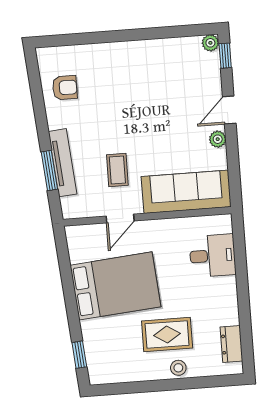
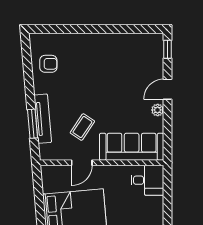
plant: (210, 43) -> (157, 39), removed
coffee table: (117, 170) -> (82, 127), turned 34
desk: (213, 256) -> (147, 180), moved

